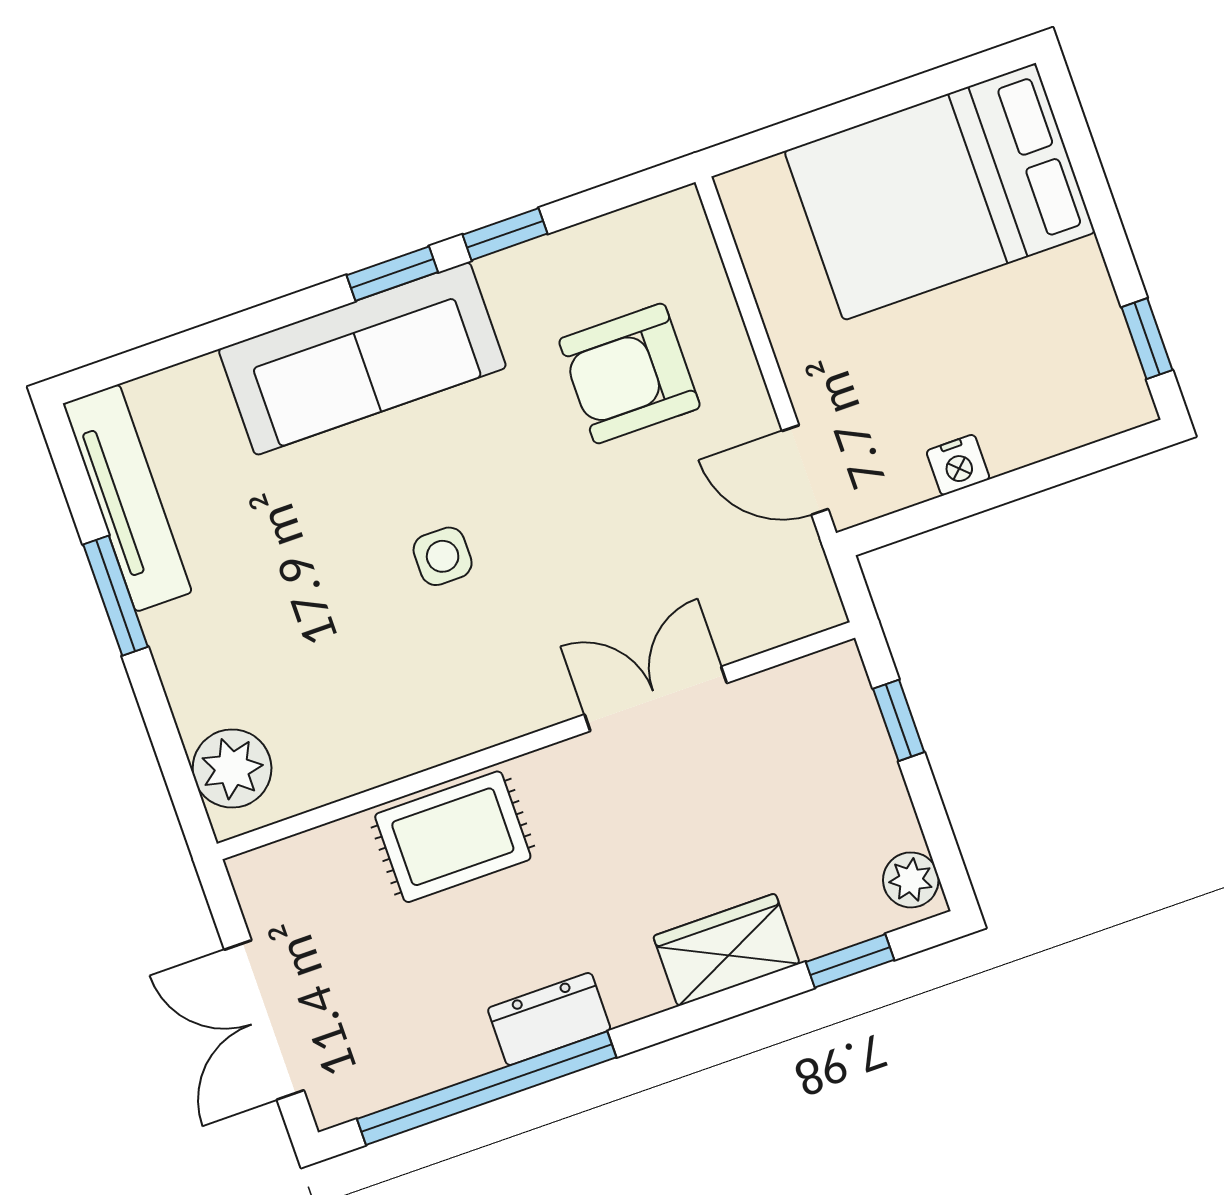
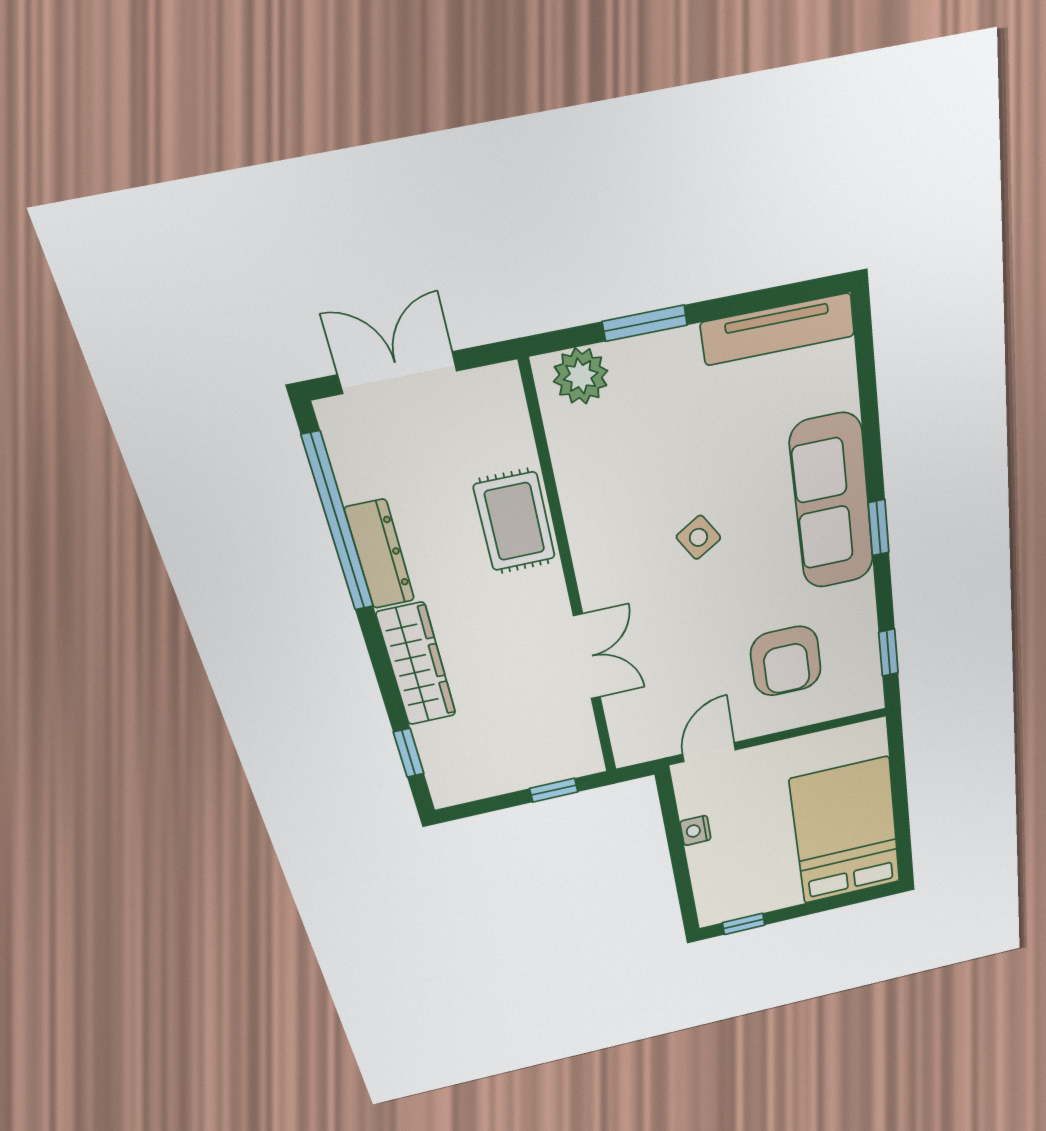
window: (505, 234) -> (888, 653), moved
armchair: (629, 374) -> (786, 661), turned 180
side table: (443, 556) -> (698, 537), turned -31
window: (116, 596) -> (645, 323), moved
plant: (911, 880) -> (456, 790), removed
wardrobe: (726, 950) -> (416, 664), width x1.50
dresser: (549, 1019) -> (380, 554), width x1.44

